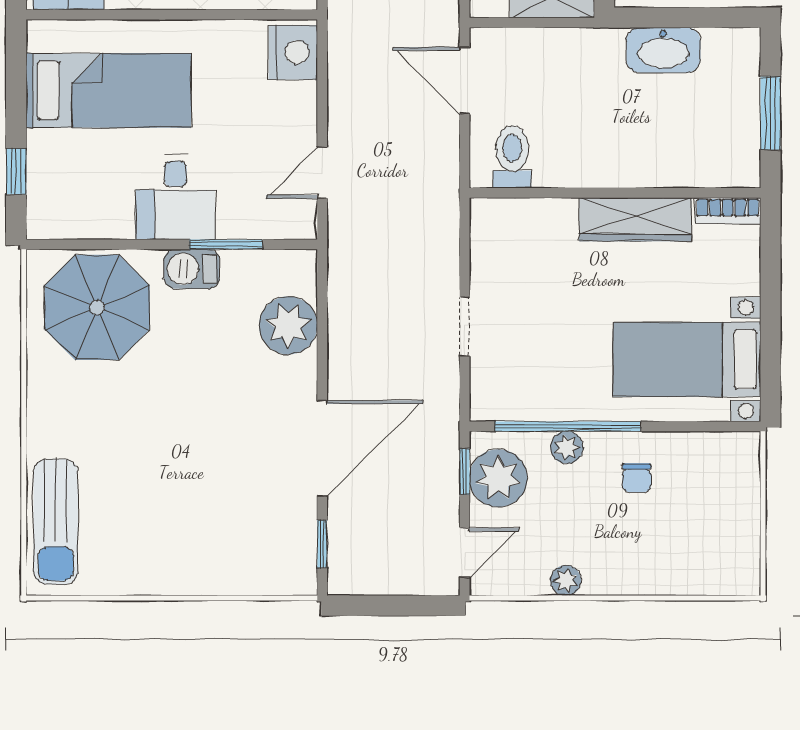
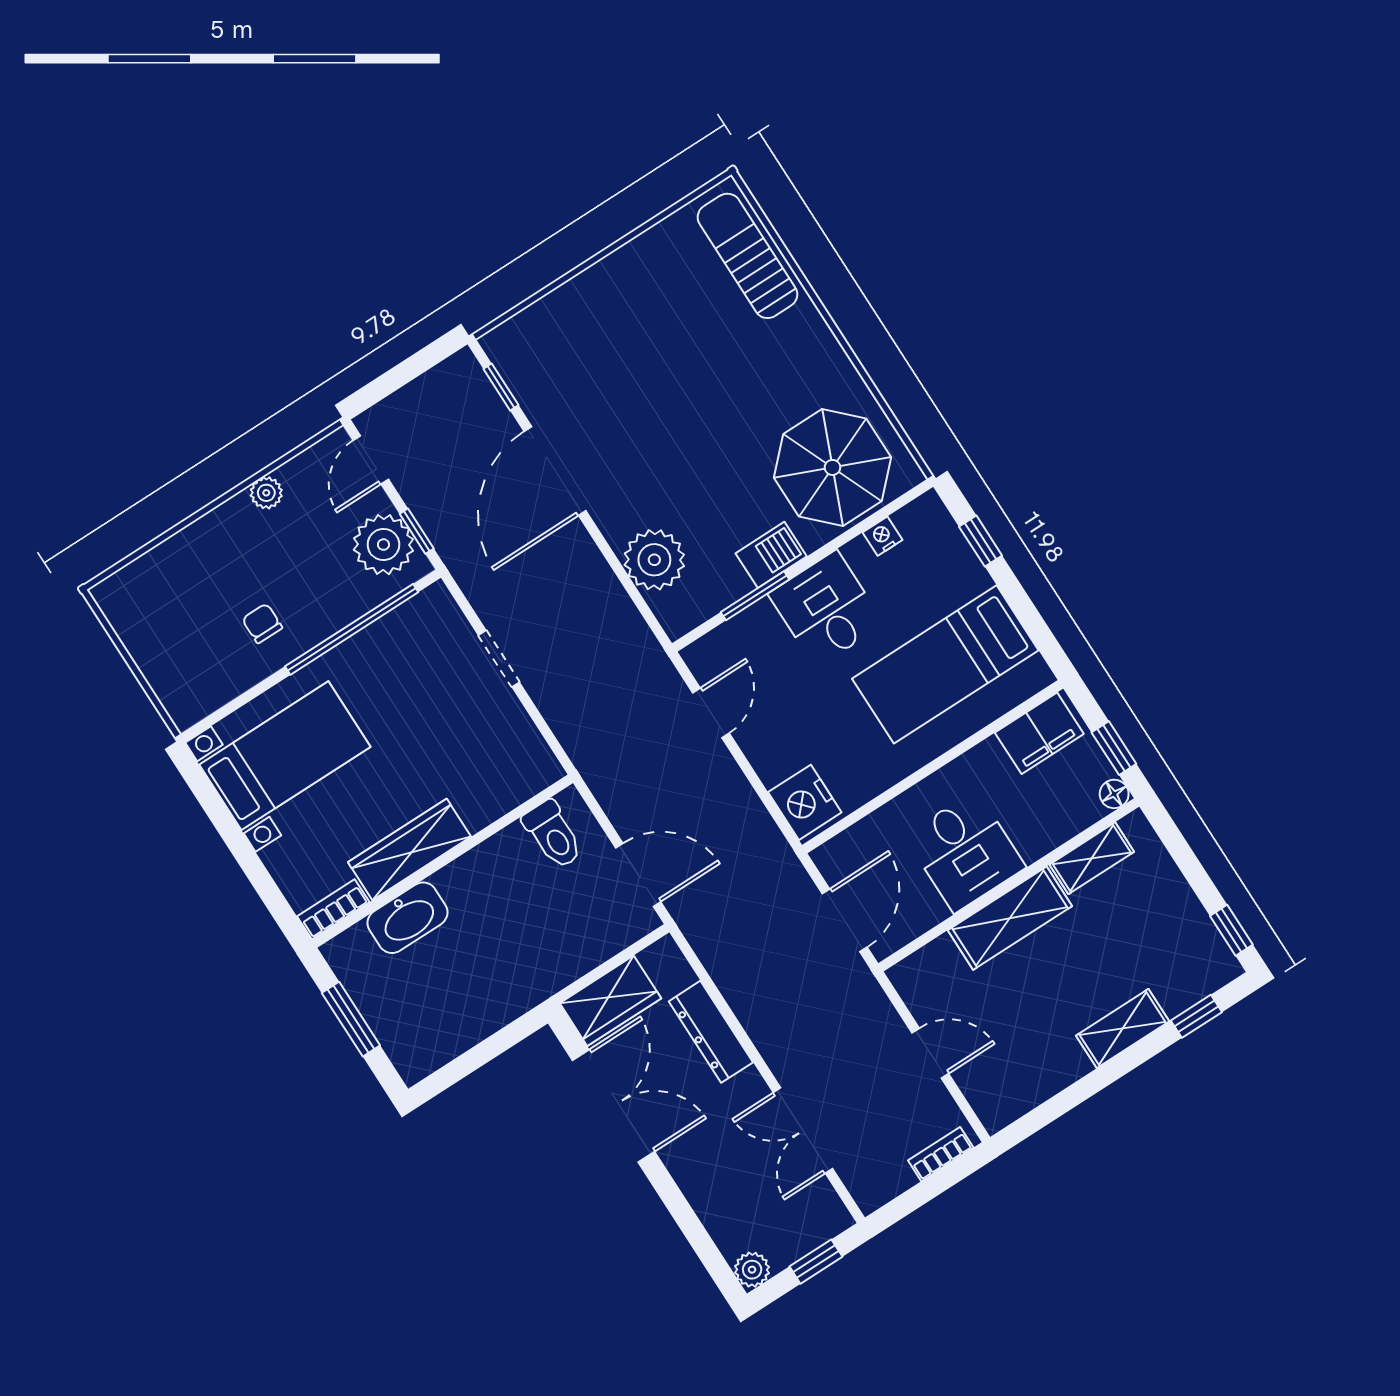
washbasin: (663, 50) -> (408, 918), moved, turned 180
nightstand: (92, 226) -> (883, 536), added
plant: (567, 447) -> (341, 610), removed

